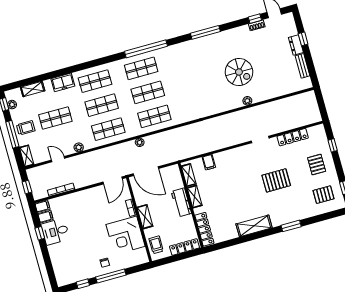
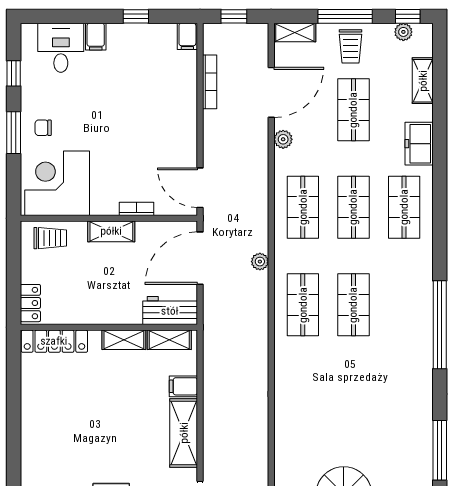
shop shelf: (141, 68) -> (404, 305), removed
door: (58, 159) -> (271, 92), width x1.88
workbench: (181, 202) -> (170, 311), moved
filing cabinet: (45, 217) -> (96, 37), moved
shelving: (254, 226) -> (184, 433), moved
desk: (55, 232) -> (61, 48), moved
corner desk: (126, 235) -> (57, 183), moved
locker: (185, 247) -> (30, 303), width x0.66
window: (111, 276) -> (14, 133), width x0.69

